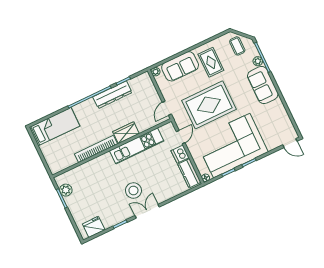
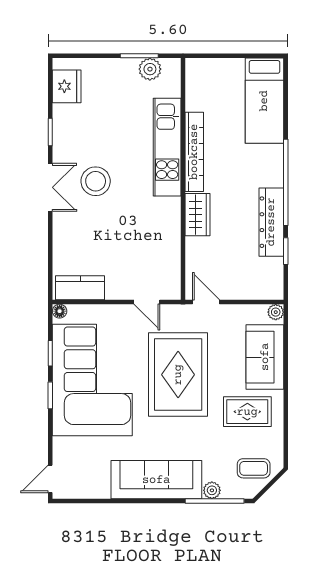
sofa: (263, 85) -> (156, 480), width x1.36
kitchen unit: (137, 146) -> (167, 147), moved
dishwasher: (180, 154) -> (119, 288), removed

